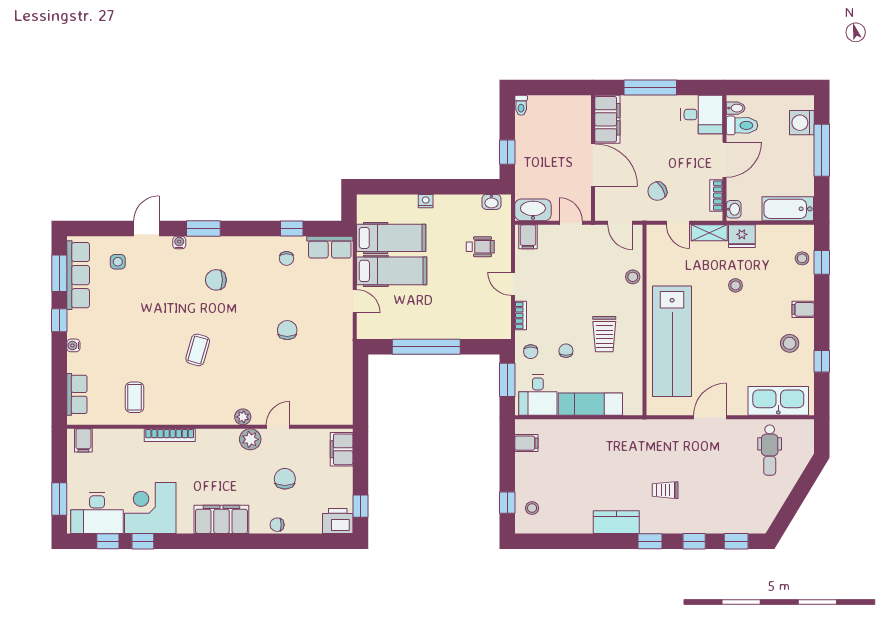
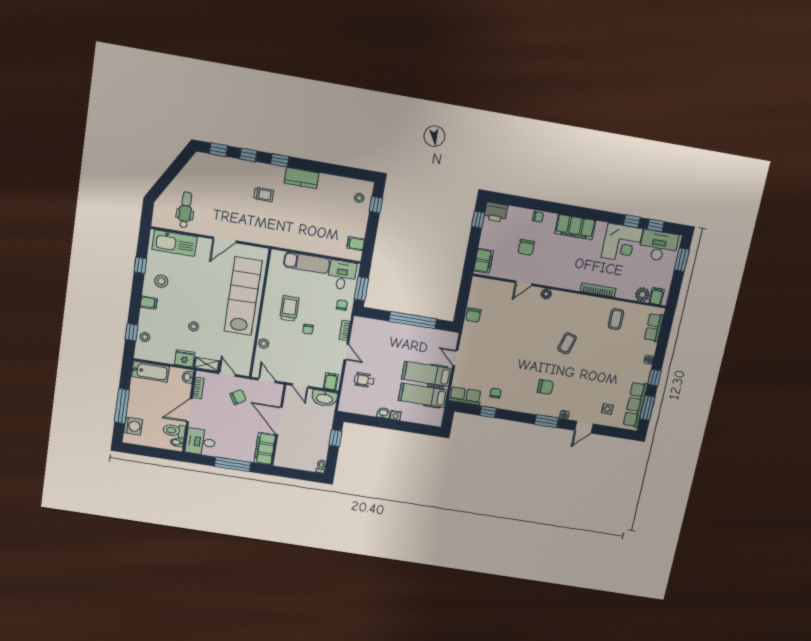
washbasin: (491, 202) -> (383, 413), moved
chair: (287, 330) -> (473, 315), moved
chair: (566, 351) -> (308, 329), moved
plant: (250, 439) -> (642, 295), moved

